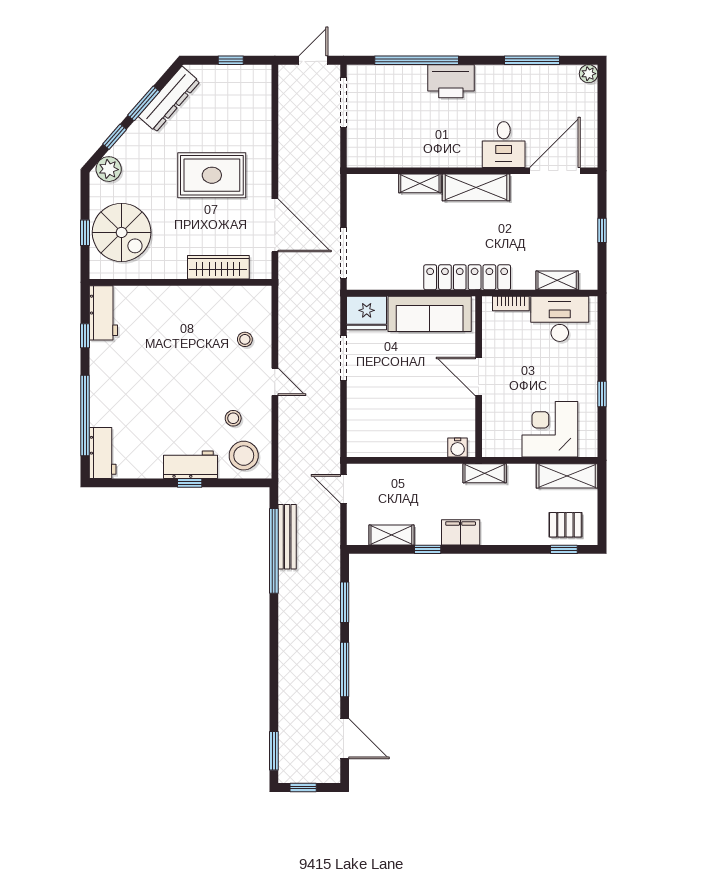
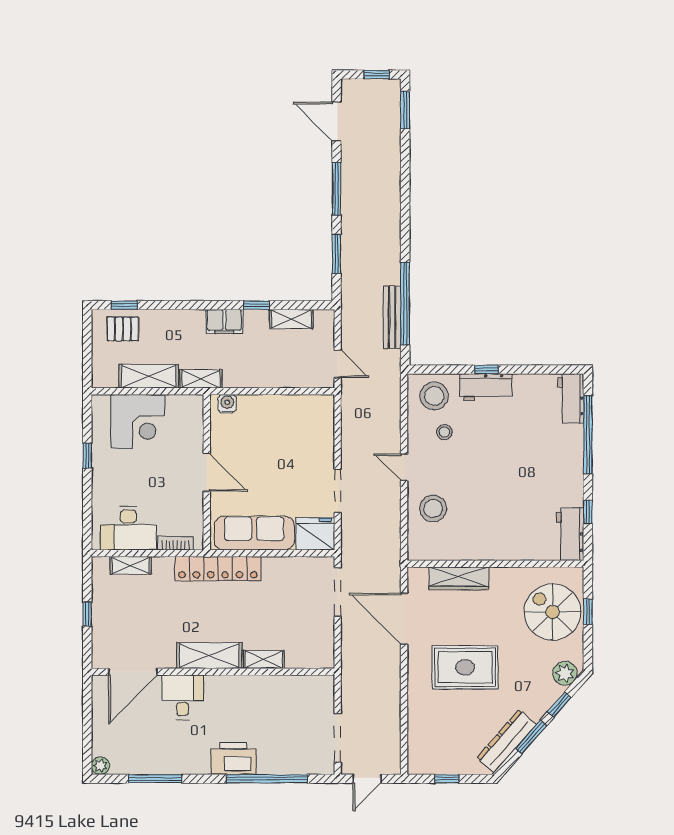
stool: (245, 339) -> (433, 508), width x1.89, depth x1.89
shelving: (567, 476) -> (149, 376), moved

